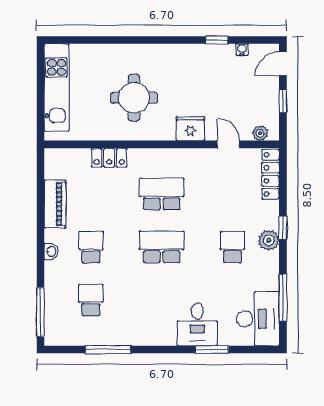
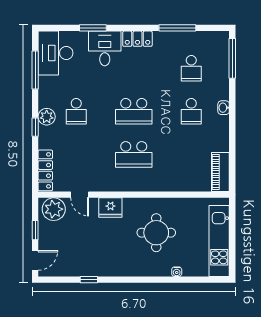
water cooler: (242, 50) -> (177, 272), moved
plant: (260, 133) -> (54, 209), width x1.88, depth x1.88
locker: (109, 158) -> (137, 39), moved, turned 180
piano: (55, 204) -> (220, 172), moved

